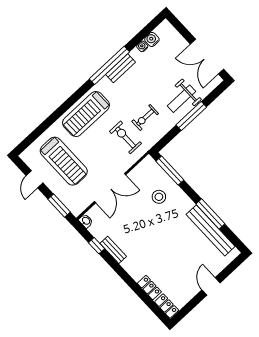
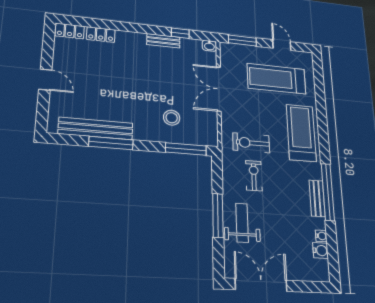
exercise bike: (125, 137) -> (251, 143), turned 180

